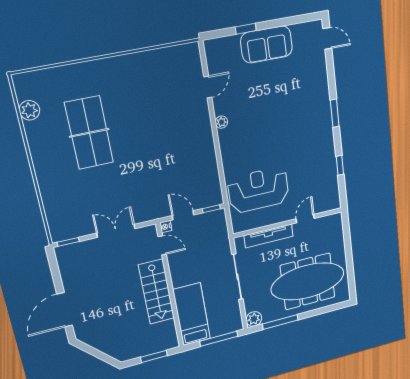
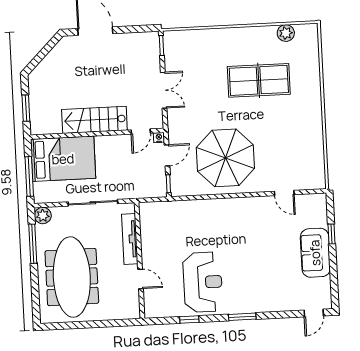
plant: (221, 122) -> (250, 203), removed
parasol: (178, 155) -> (225, 158), added
reception desk: (258, 190) -> (203, 282), moved
bed: (192, 314) -> (63, 159), width x1.50

